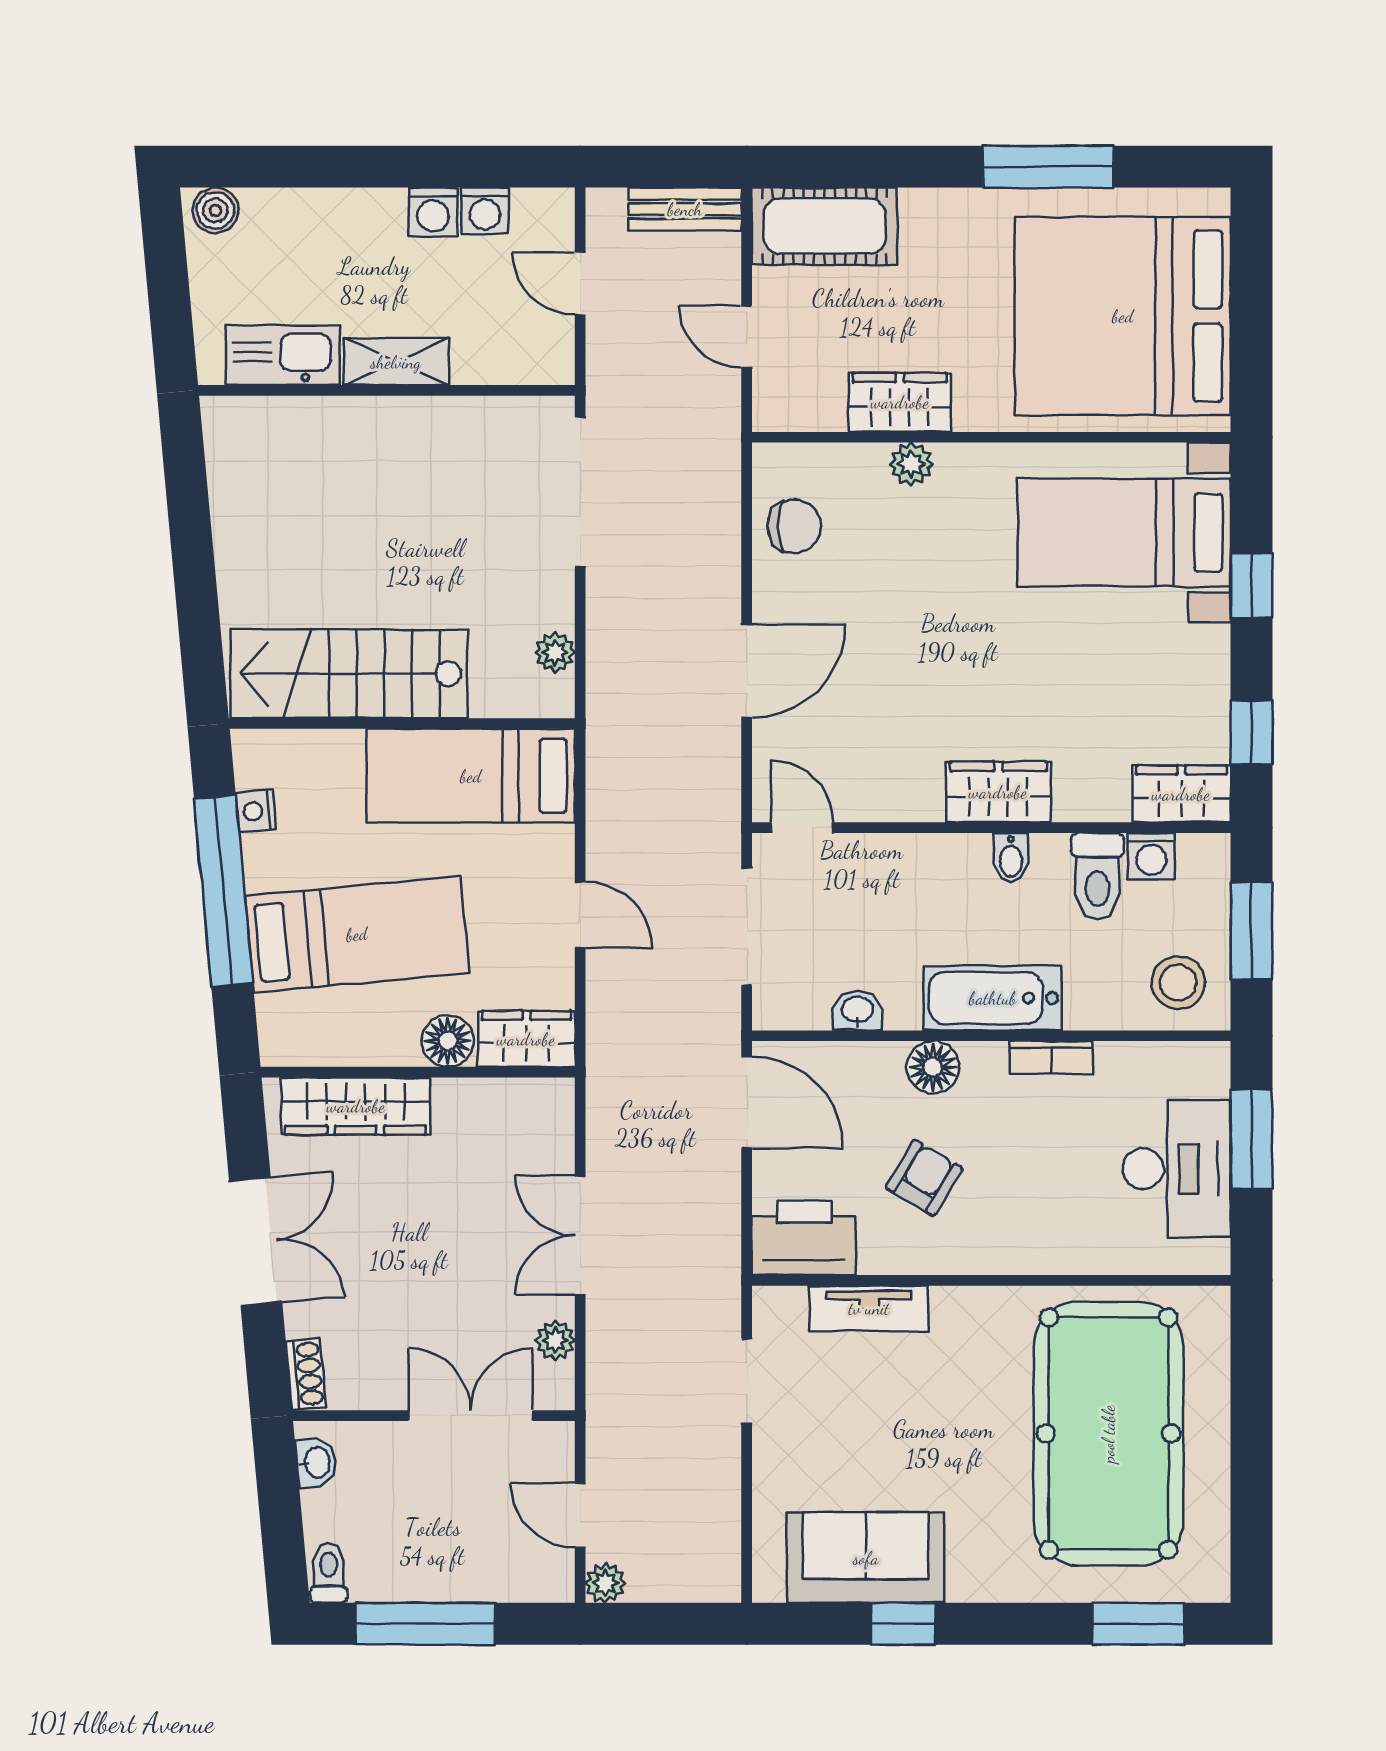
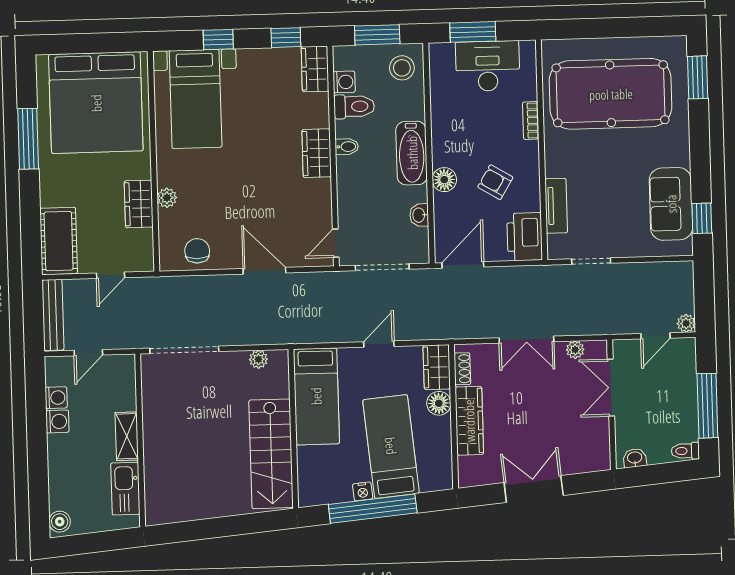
bench: (685, 209) -> (53, 315), width x1.36
nightstand: (256, 811) -> (363, 491), moved
bookcase: (1051, 1057) -> (531, 121), moved, turned 180
wardrobe: (356, 1106) -> (469, 421), moved
shoe rack: (306, 1374) -> (462, 369), moved, turned 95
window: (903, 1624) -> (702, 218), moved

